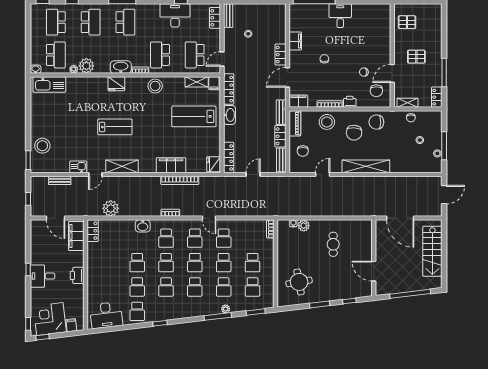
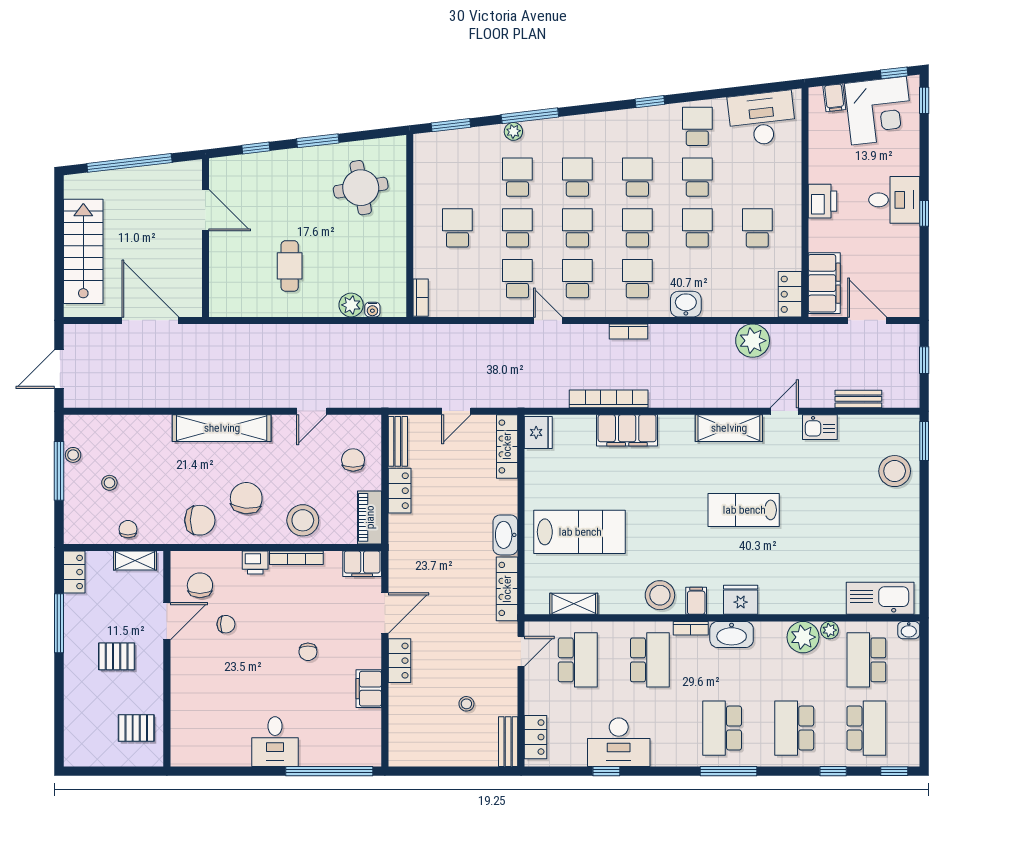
filing cabinet: (214, 83) -> (696, 601), moved
bench: (281, 112) -> (398, 541), removed
school desk: (253, 287) -> (757, 228), moved

